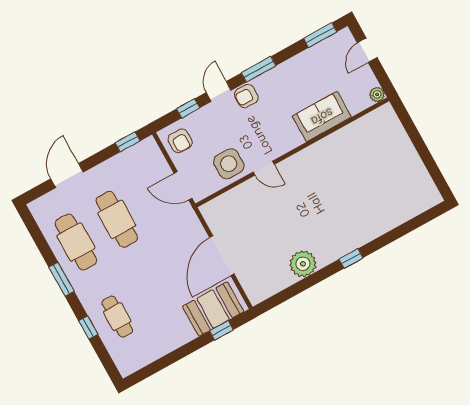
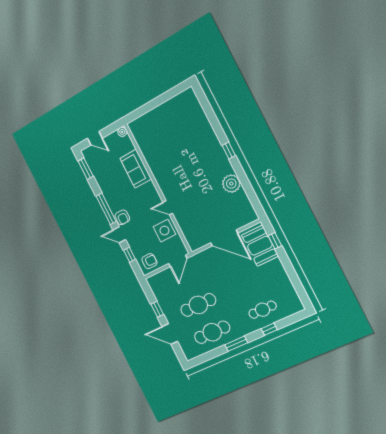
window: (259, 69) -> (106, 209), width x1.44
window: (128, 142) -> (157, 309), moved
door: (264, 168) -> (168, 208), swing flipped

